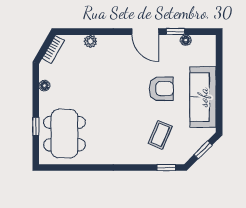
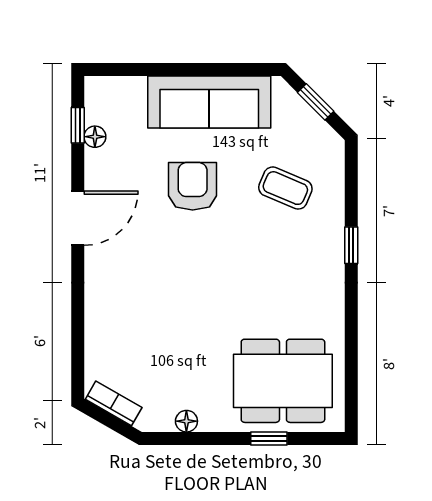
window: (175, 32) -> (78, 125), moved
plant: (90, 41) -> (97, 329), removed
window: (166, 168) -> (351, 245), moved

